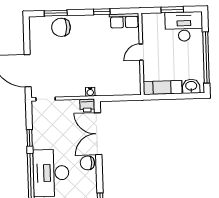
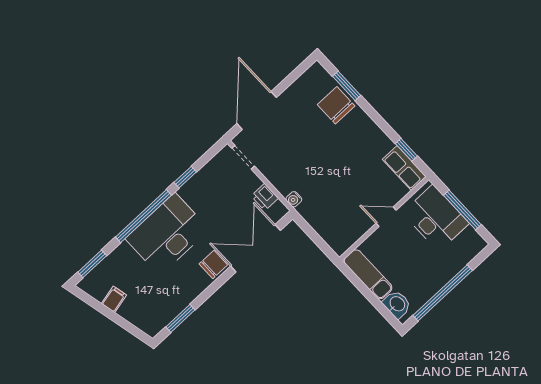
window: (172, 10) -> (462, 210), width x1.44
window: (102, 12) -> (406, 150), moved
desk: (184, 27) -> (436, 218), moved
printer: (87, 105) -> (265, 197), moved
chair: (87, 163) -> (213, 264), turned 90

